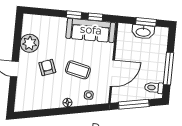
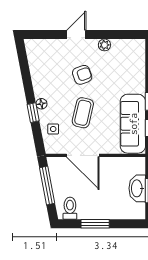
plant: (30, 43) -> (104, 45), width x0.53, depth x0.53
window: (168, 69) -> (95, 224), width x0.69
window: (74, 110) -> (33, 113), added

